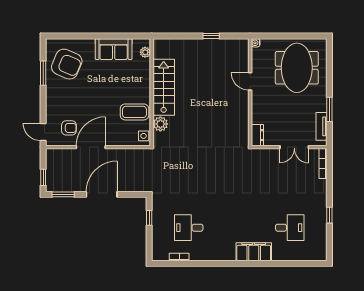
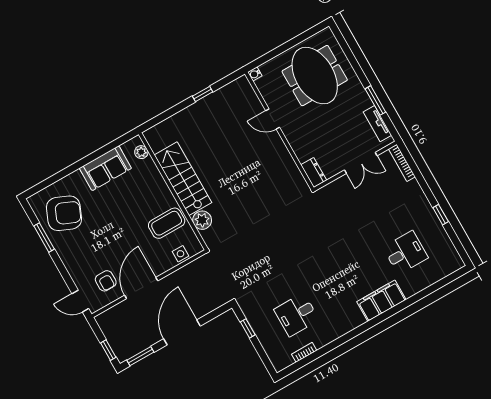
armchair: (69, 128) -> (106, 281), turned 90
side table: (144, 136) -> (180, 254), moved

